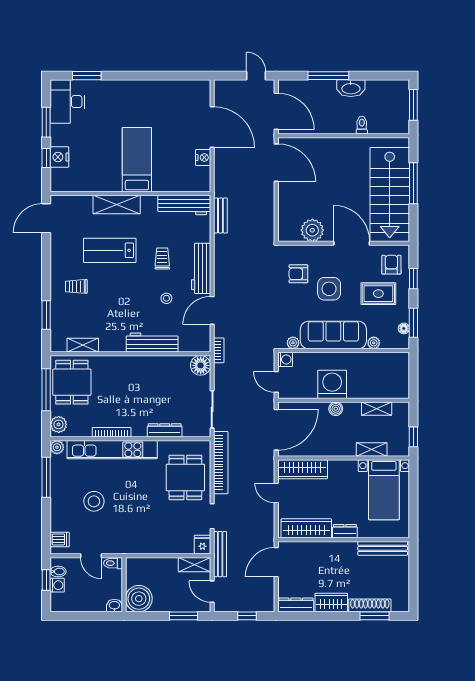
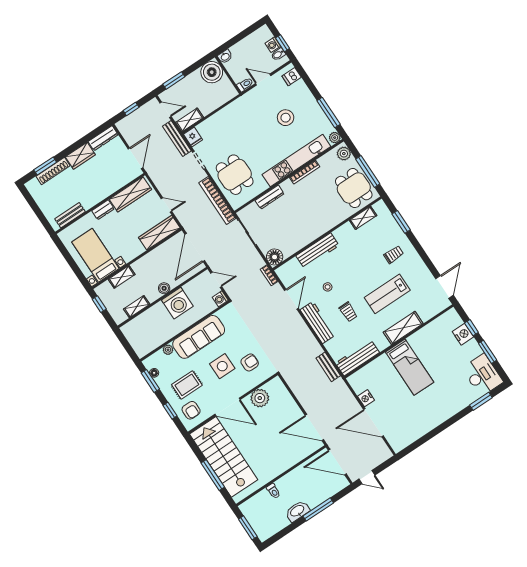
lab bench: (110, 250) -> (387, 294), turned 180
plant: (293, 343) -> (222, 314), removed
bench: (383, 548) -> (70, 215), width x0.73

